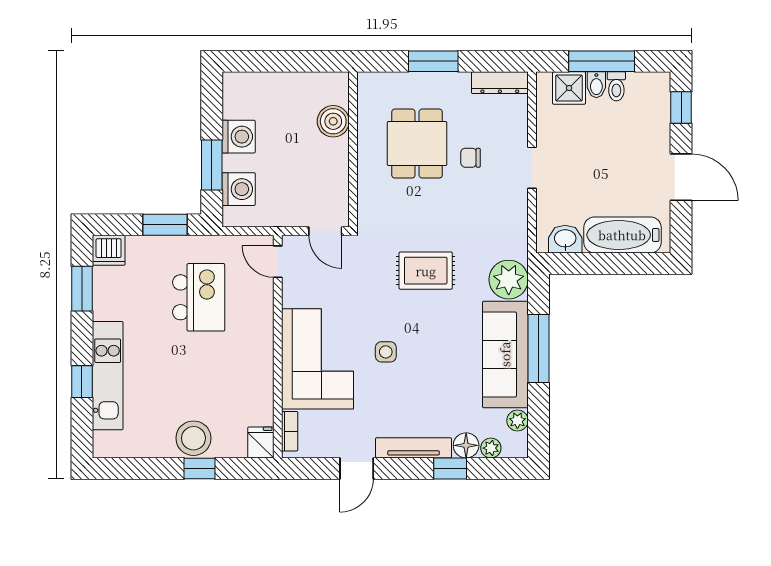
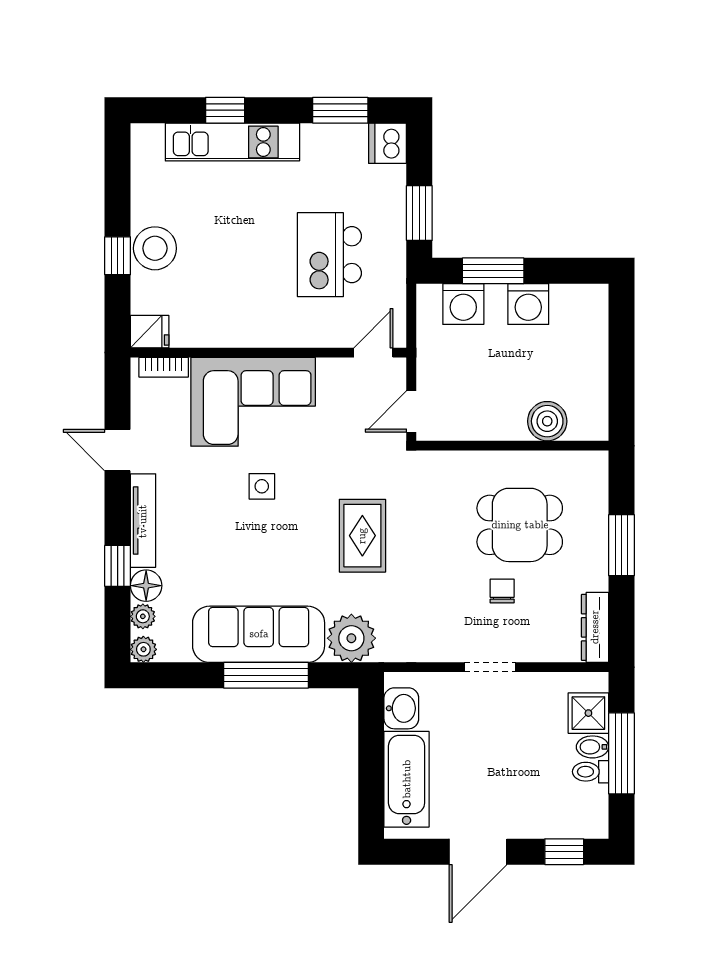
kitchen island: (199, 297) -> (329, 255), turned 90
plant: (517, 421) -> (143, 649), moved

